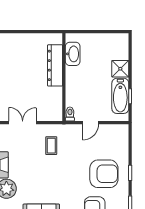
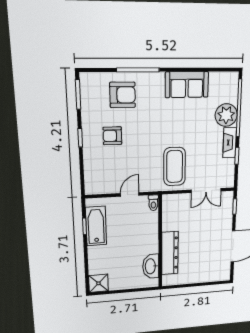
shower: (120, 69) -> (98, 283), moved
coffee table: (51, 146) -> (175, 167), width x1.86, depth x1.72
armchair: (104, 174) -> (112, 136), width x0.53, depth x0.53

